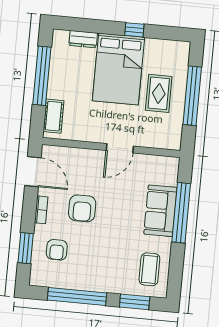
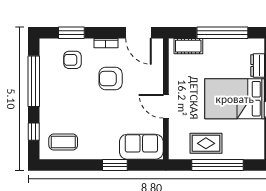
rug: (159, 93) -> (206, 143), moved
door: (33, 172) -> (138, 33), hinge flipped
sofa: (160, 211) -> (141, 147), moved
window: (181, 213) -> (115, 165), width x0.47
window: (135, 302) -> (34, 132), width x0.67

